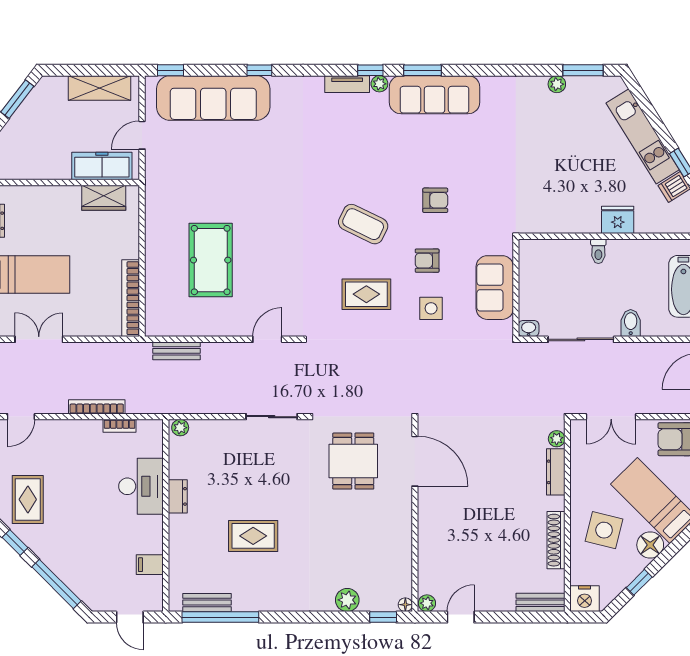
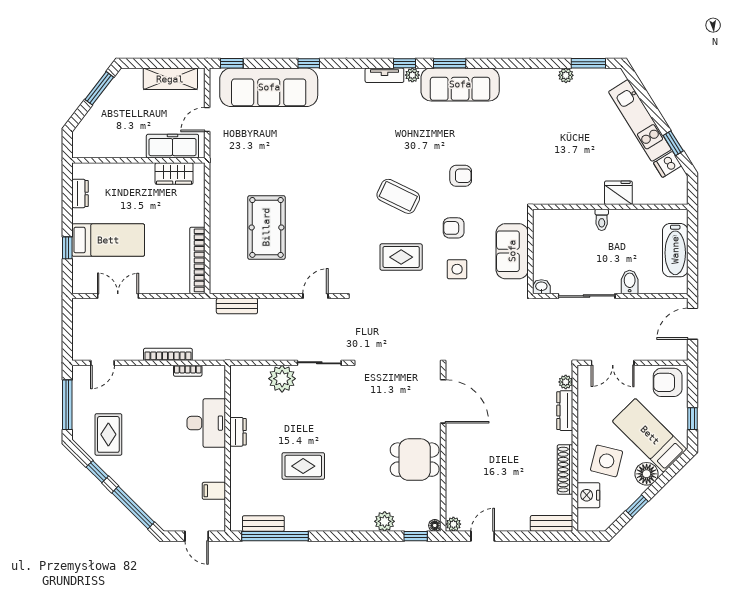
plant: (180, 428) -> (282, 379), moved, width x1.87, depth x1.87
dining table: (353, 461) -> (415, 460), moved, turned 90
nightstand: (585, 599) -> (588, 495), moved, turned 90

